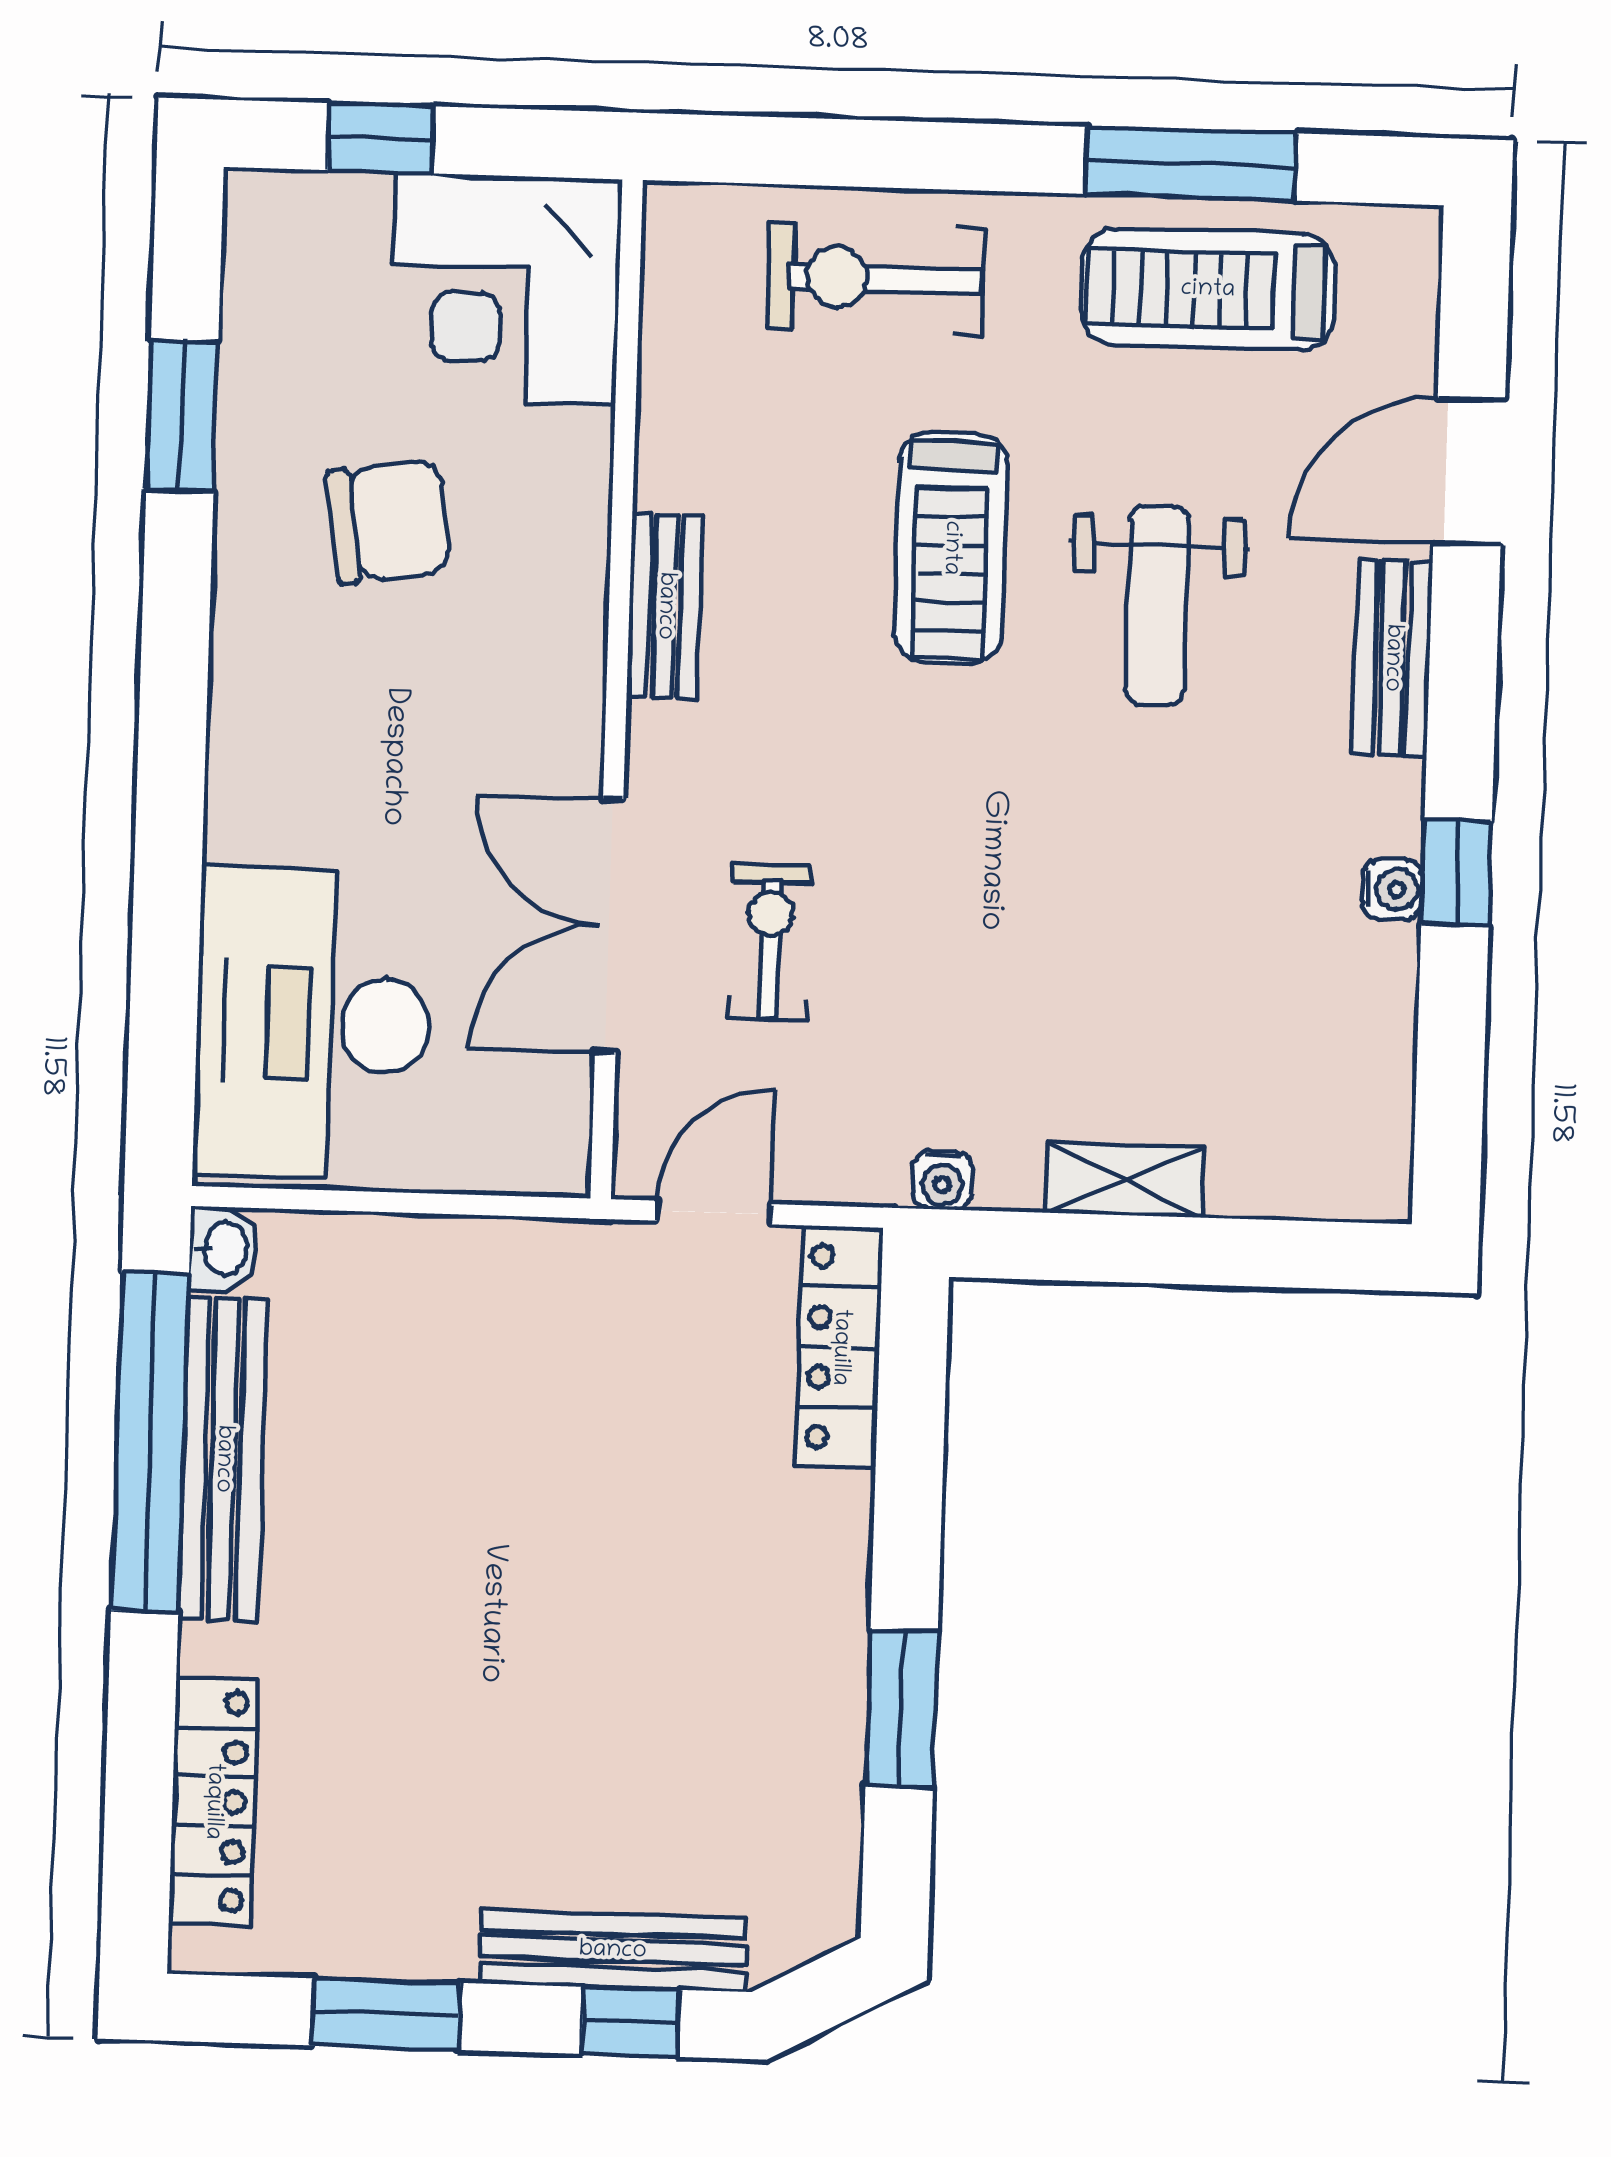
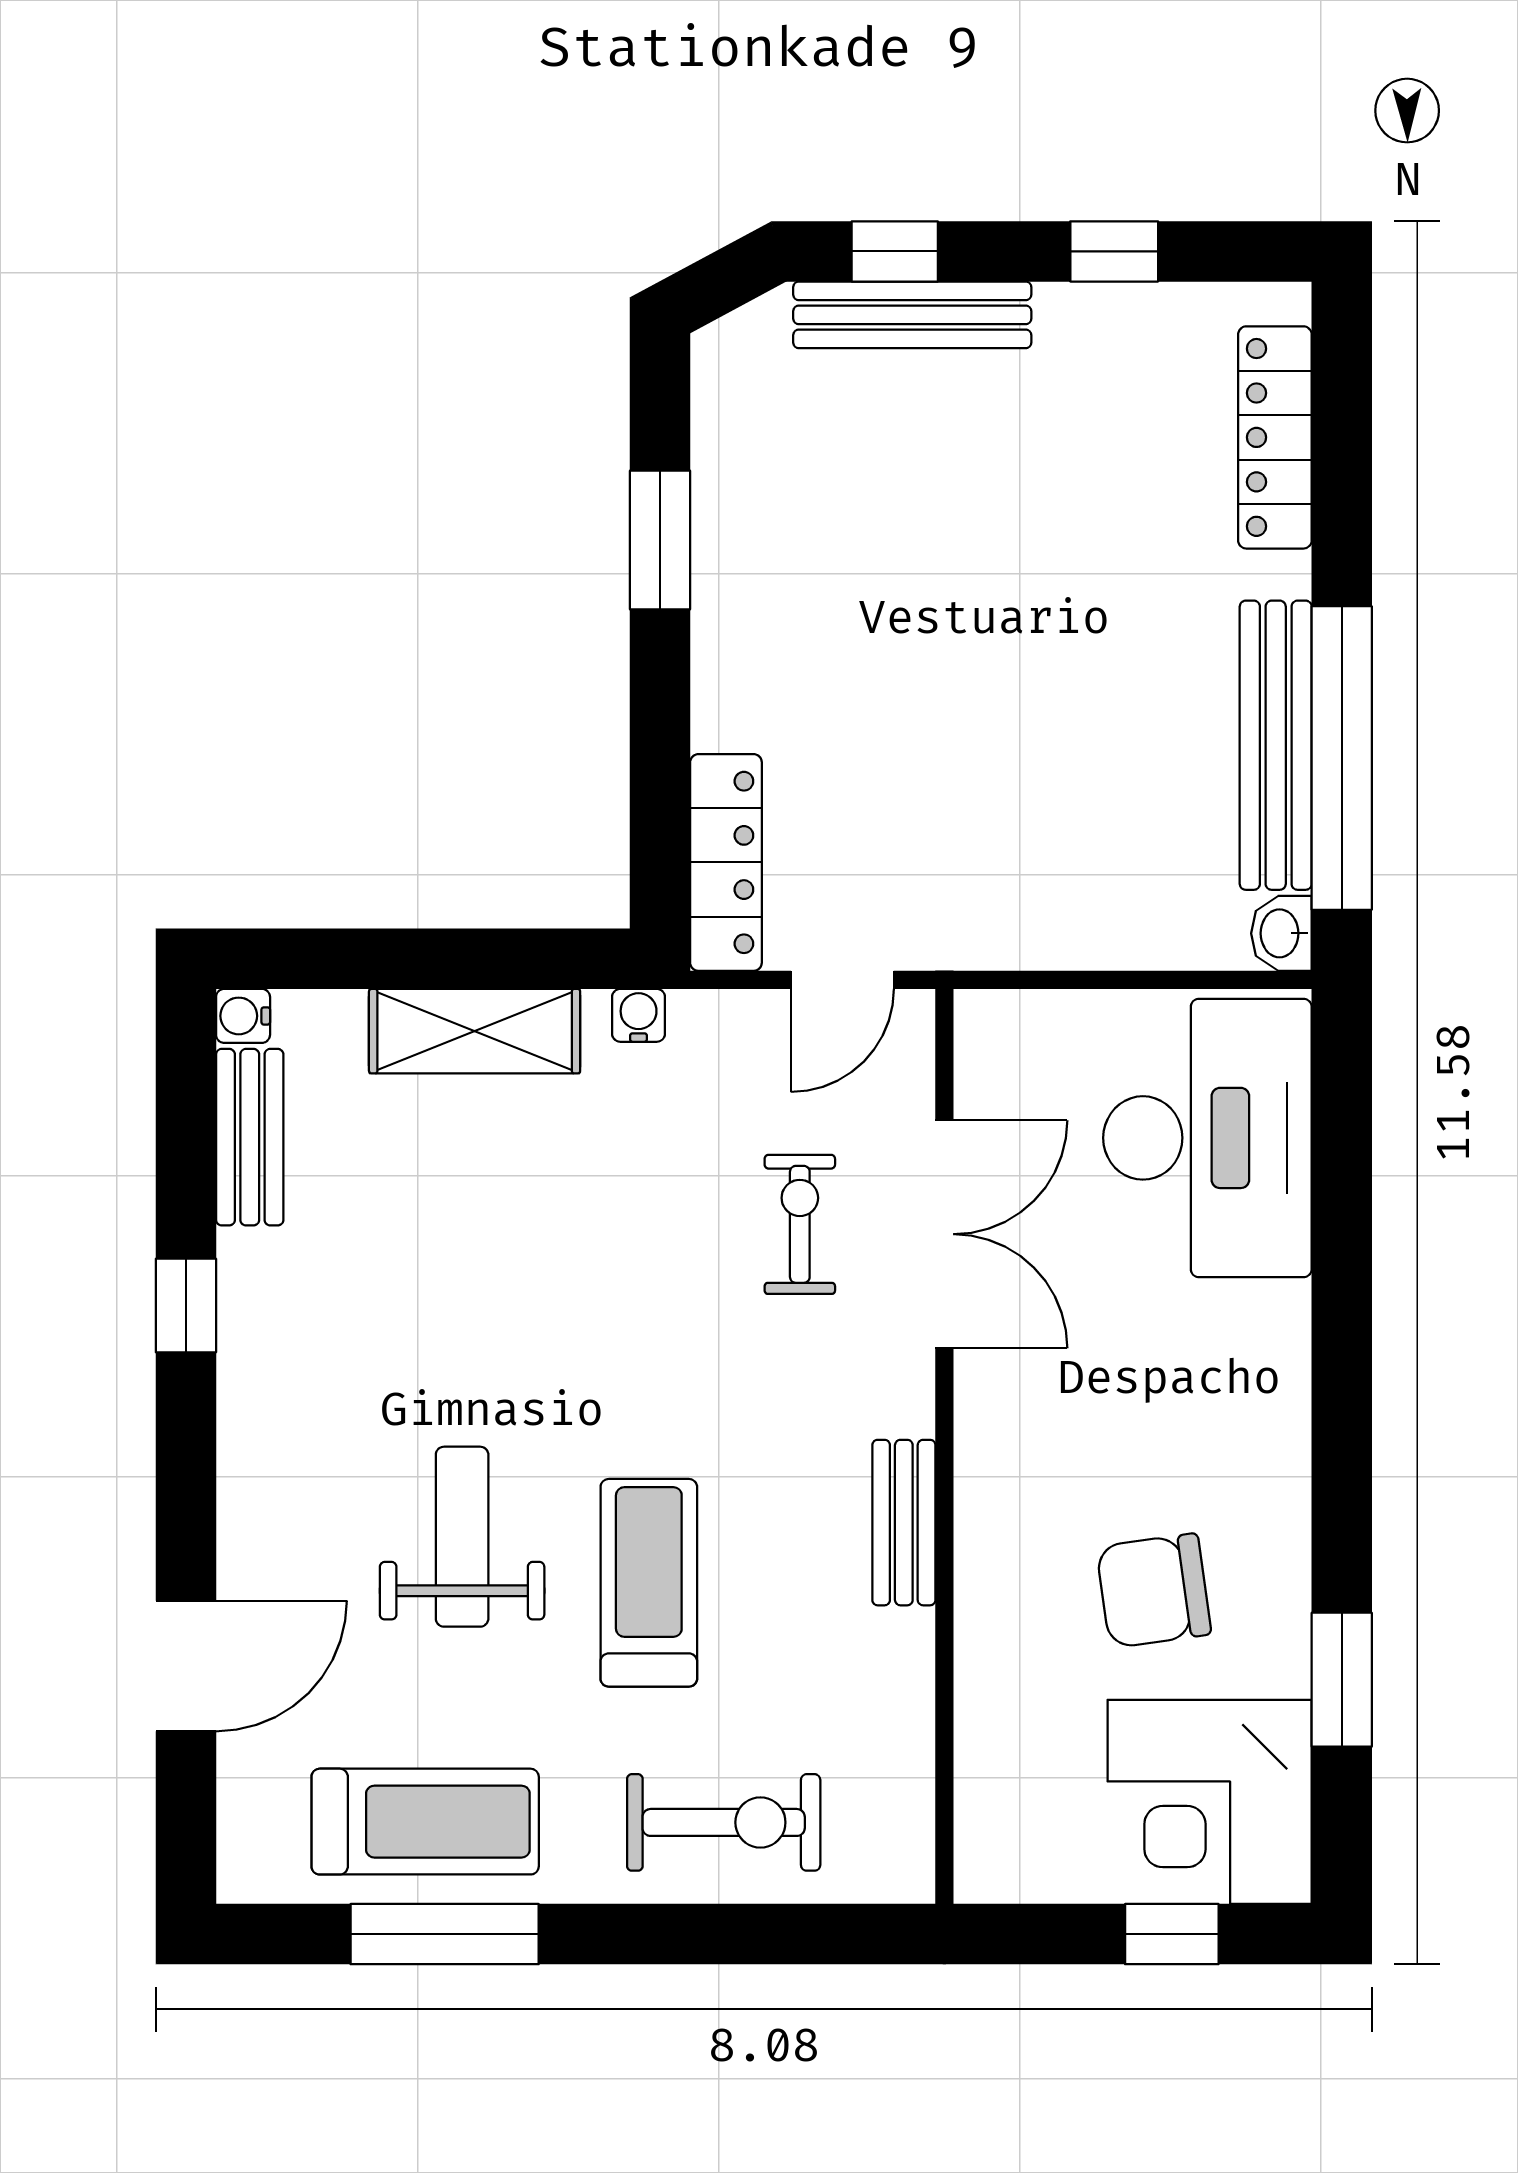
corner desk: (505, 289) -> (1210, 1802), moved, turned 180
bench: (1392, 658) -> (250, 1137), moved
water cooler: (1392, 889) -> (243, 1016), moved
exercise bike: (770, 942) -> (800, 1224), turned 180
shelving: (1125, 1180) -> (475, 1031), width x1.50, depth x1.33
window: (386, 2014) -> (1114, 251), width x0.67

